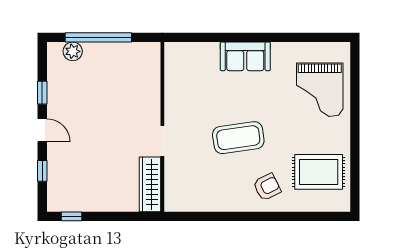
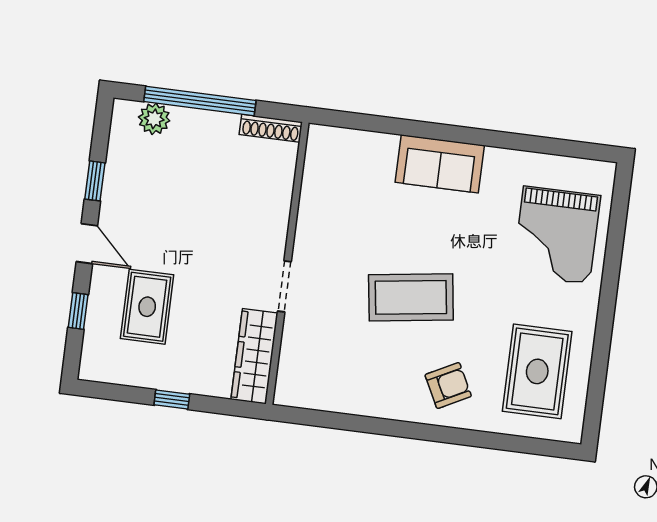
shoe rack: (142, 48) -> (271, 128), added
rug: (83, 163) -> (147, 307), added
rug: (319, 172) -> (537, 371), turned 90
window: (72, 216) -> (172, 400), moved

